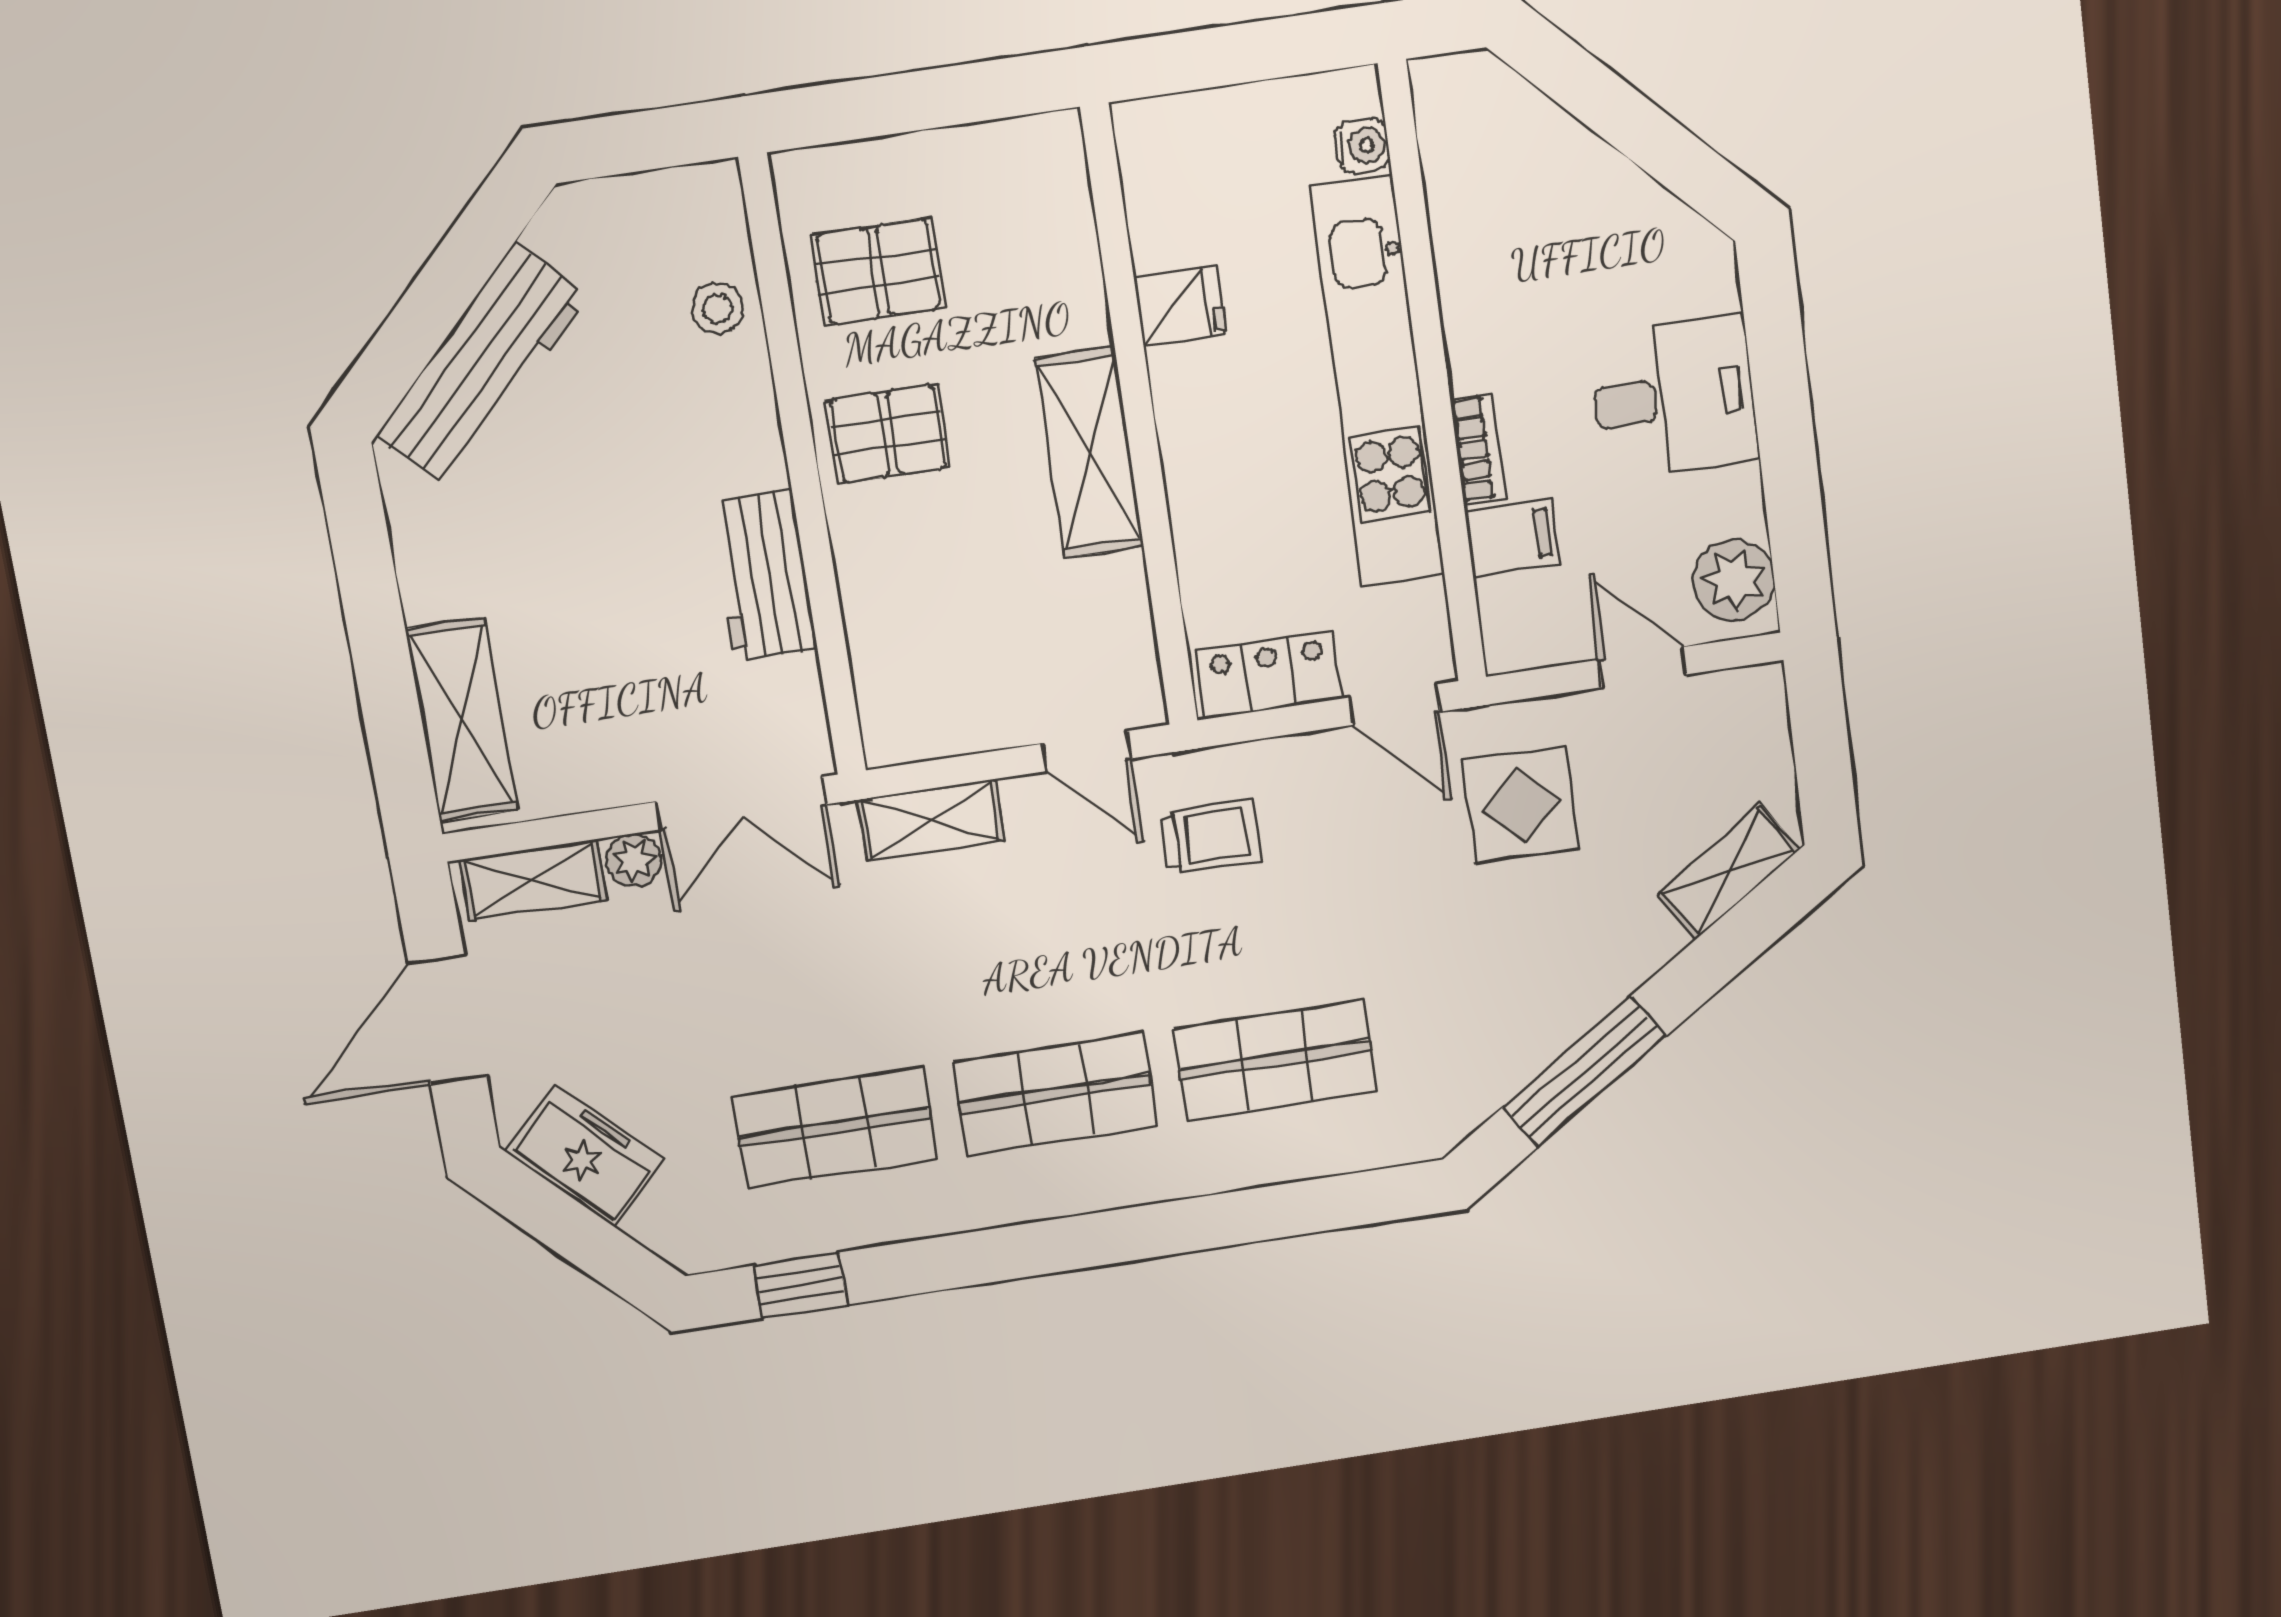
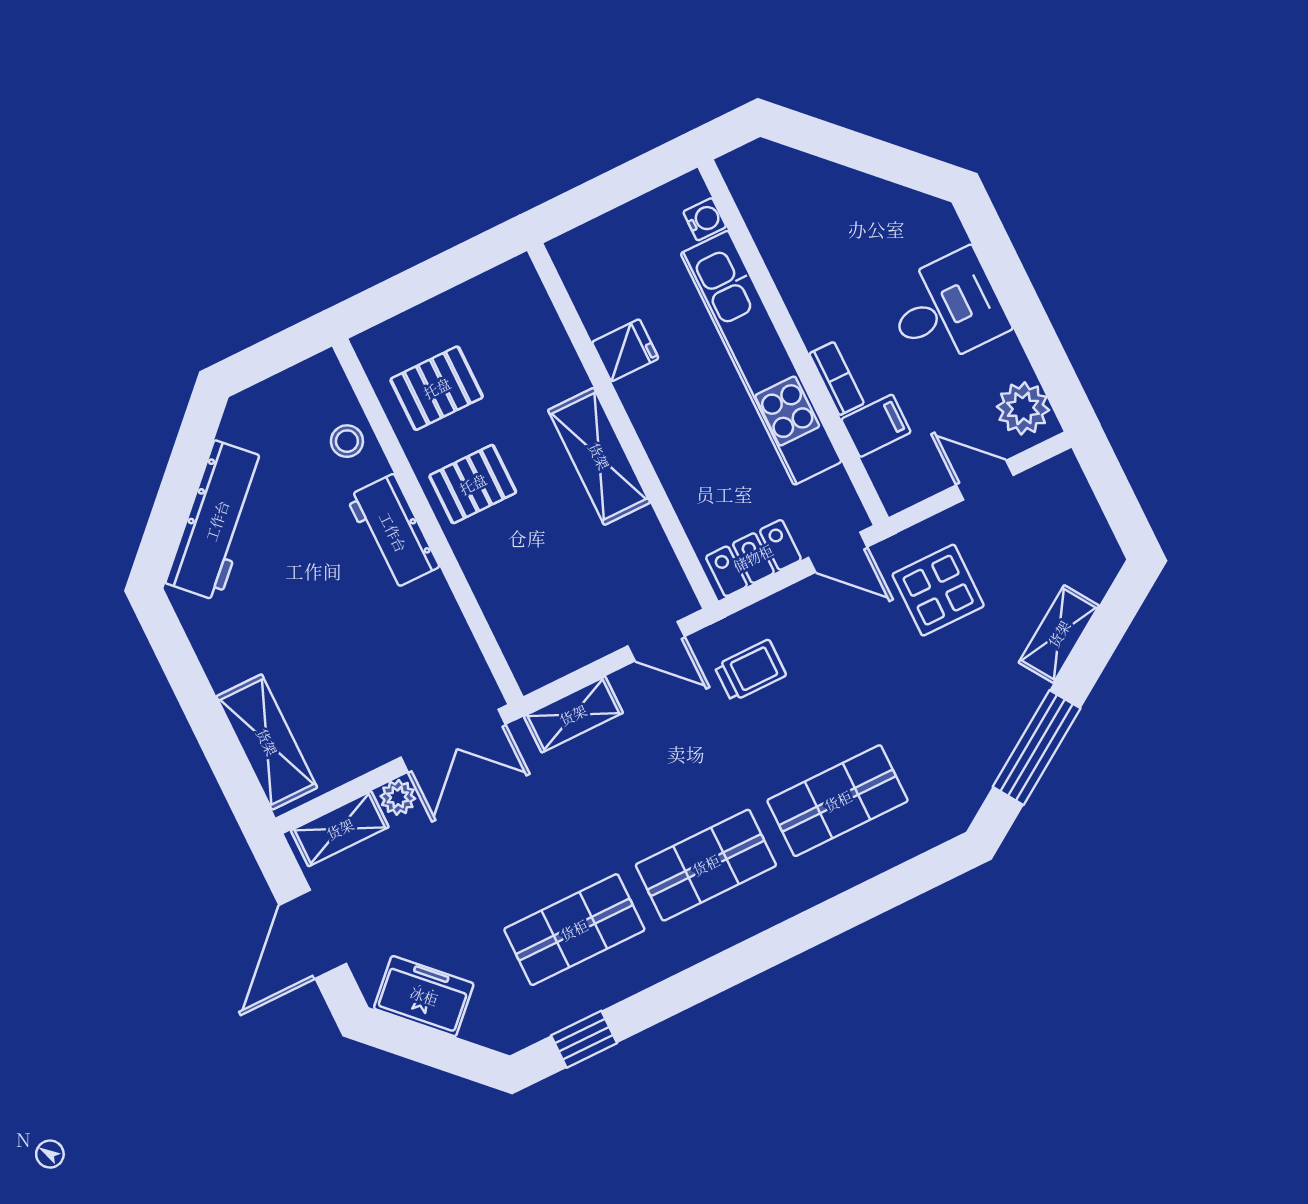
workbench: (763, 575) -> (393, 532), moved
shelving: (1728, 872) -> (1059, 634), moved

